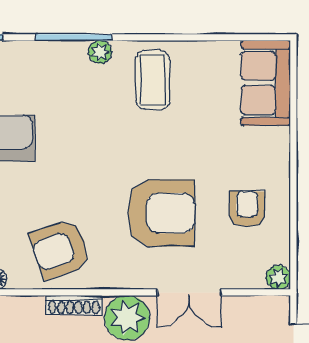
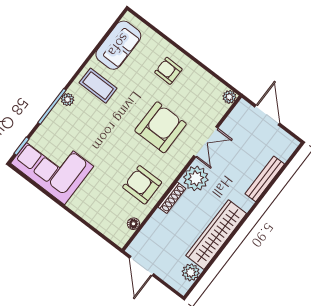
sofa: (266, 83) -> (118, 45), moved, turned -90
armchair: (247, 209) -> (168, 71), moved
armchair: (60, 249) -> (142, 185), turned 109

